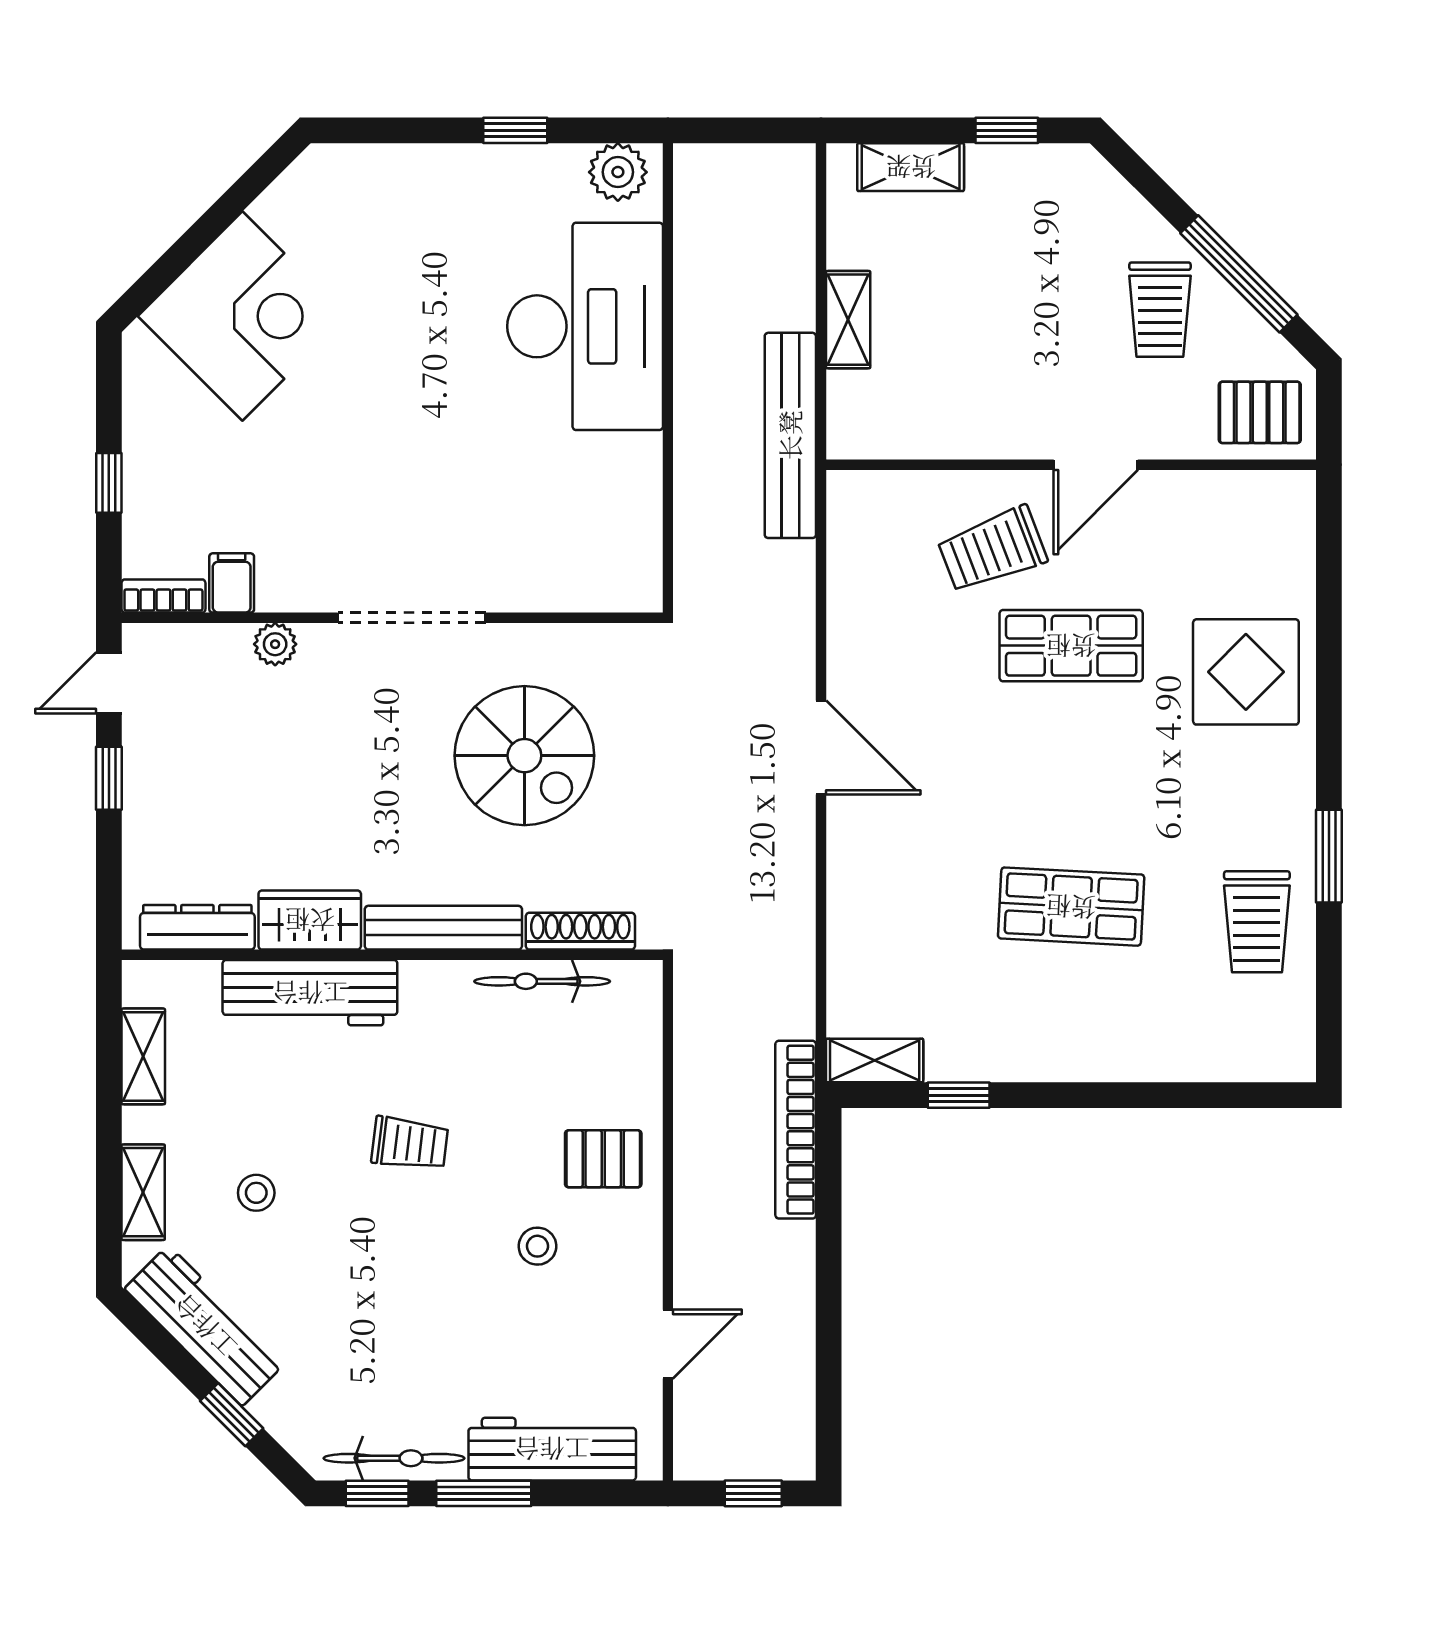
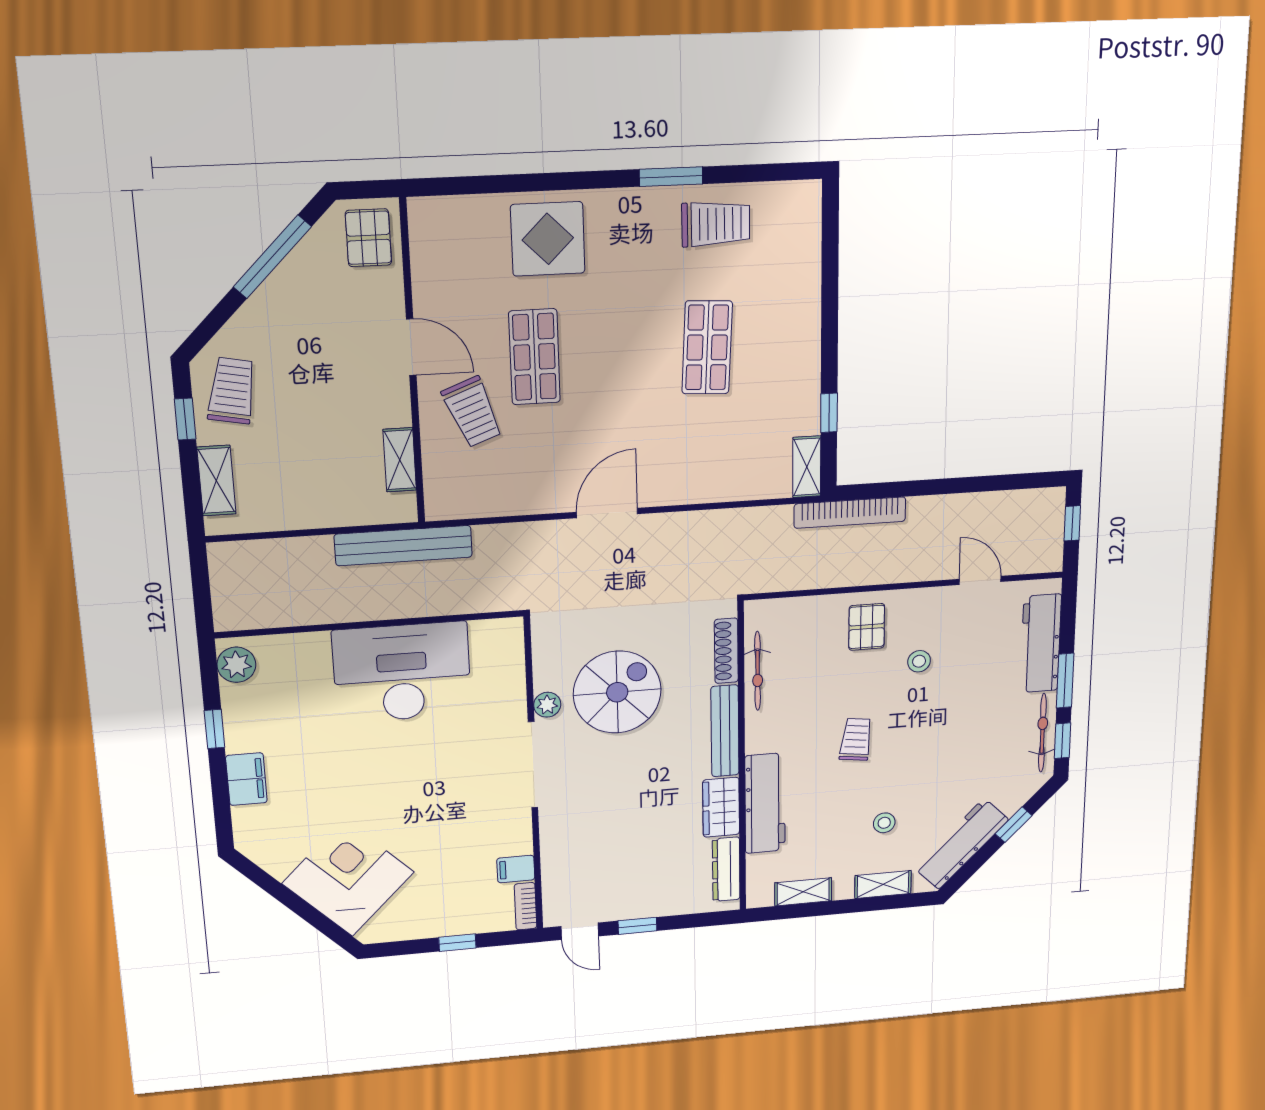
filing cabinet: (427, 172) -> (246, 779), added
trolley: (1160, 310) -> (232, 391), moved, turned -79
shelving: (848, 320) -> (400, 460), moved, turned 90
desk: (585, 326) -> (402, 672), moved
plant: (275, 644) -> (547, 705), moved

